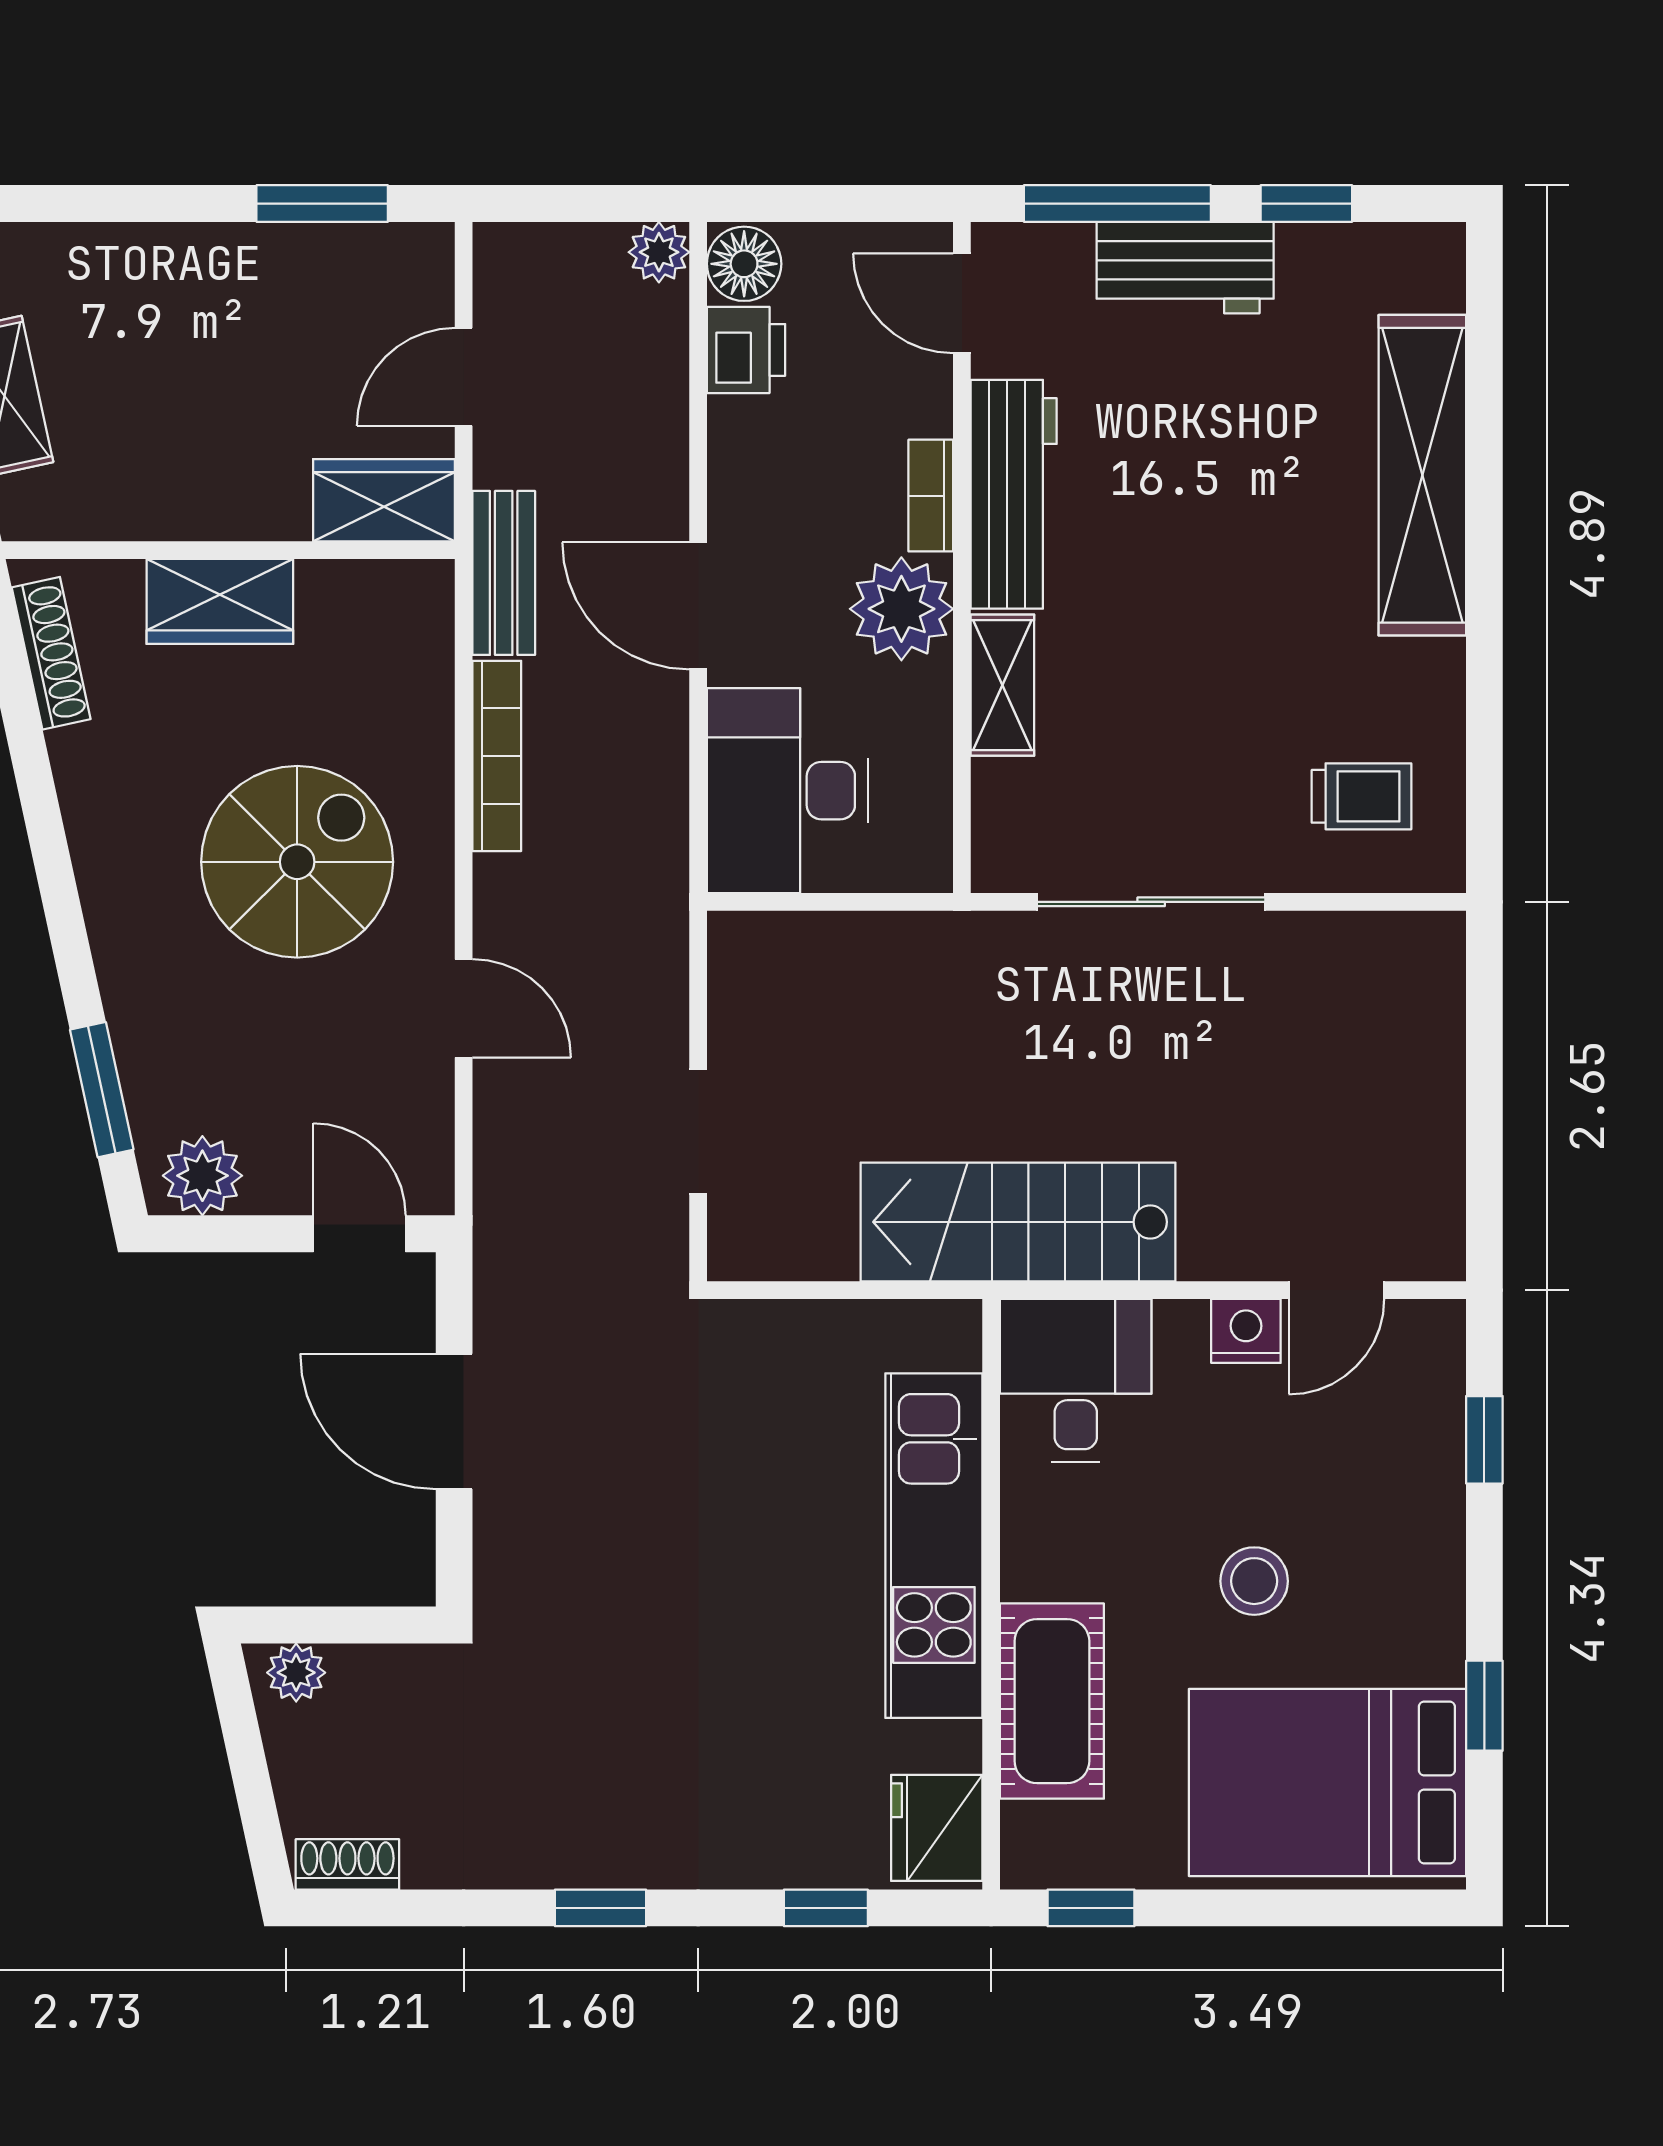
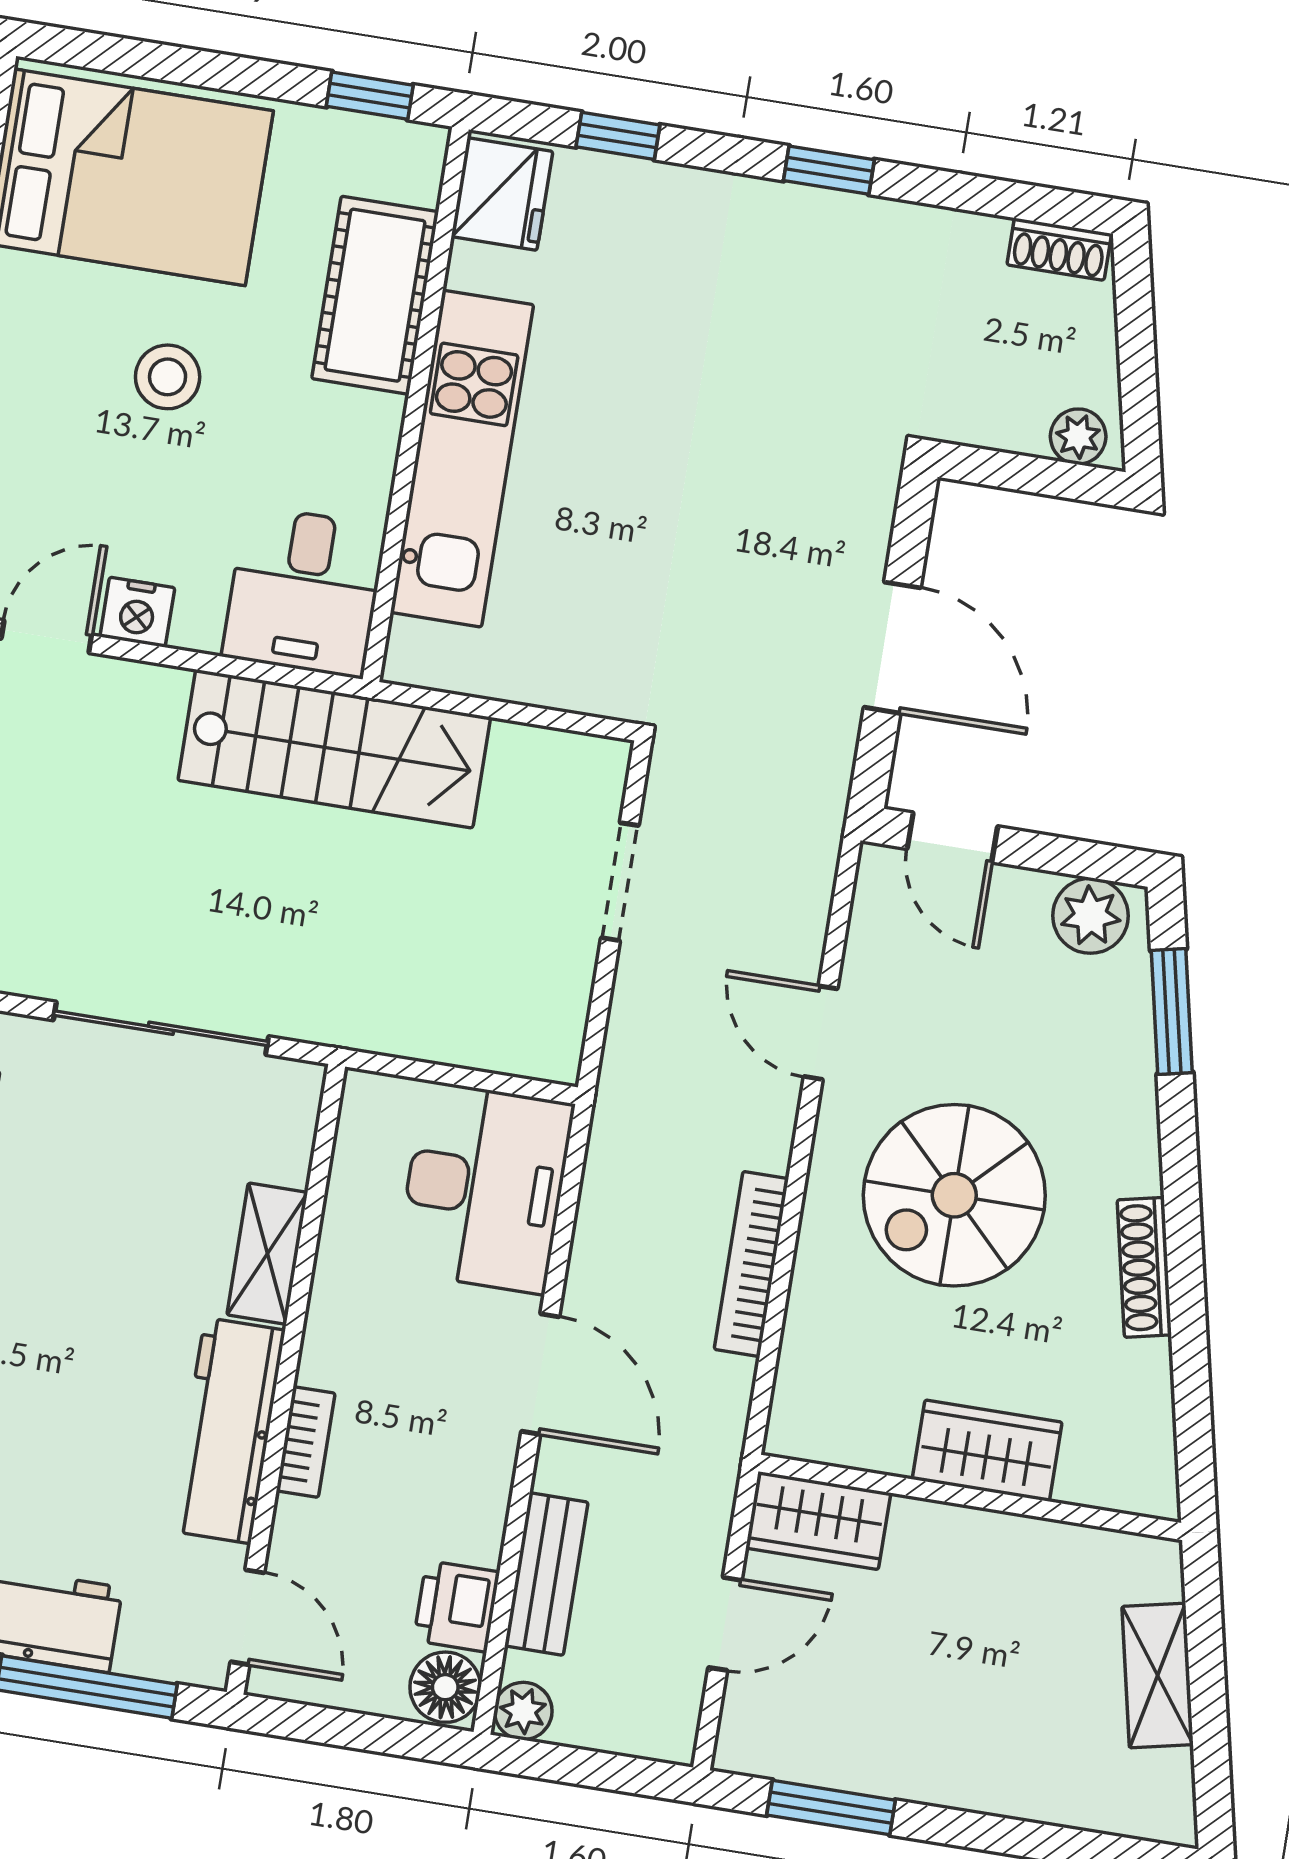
bench: (504, 573) -> (546, 1574), moved
plant: (901, 609) -> (350, 1340), removed
shoe rack: (51, 653) -> (1144, 1267), moved

